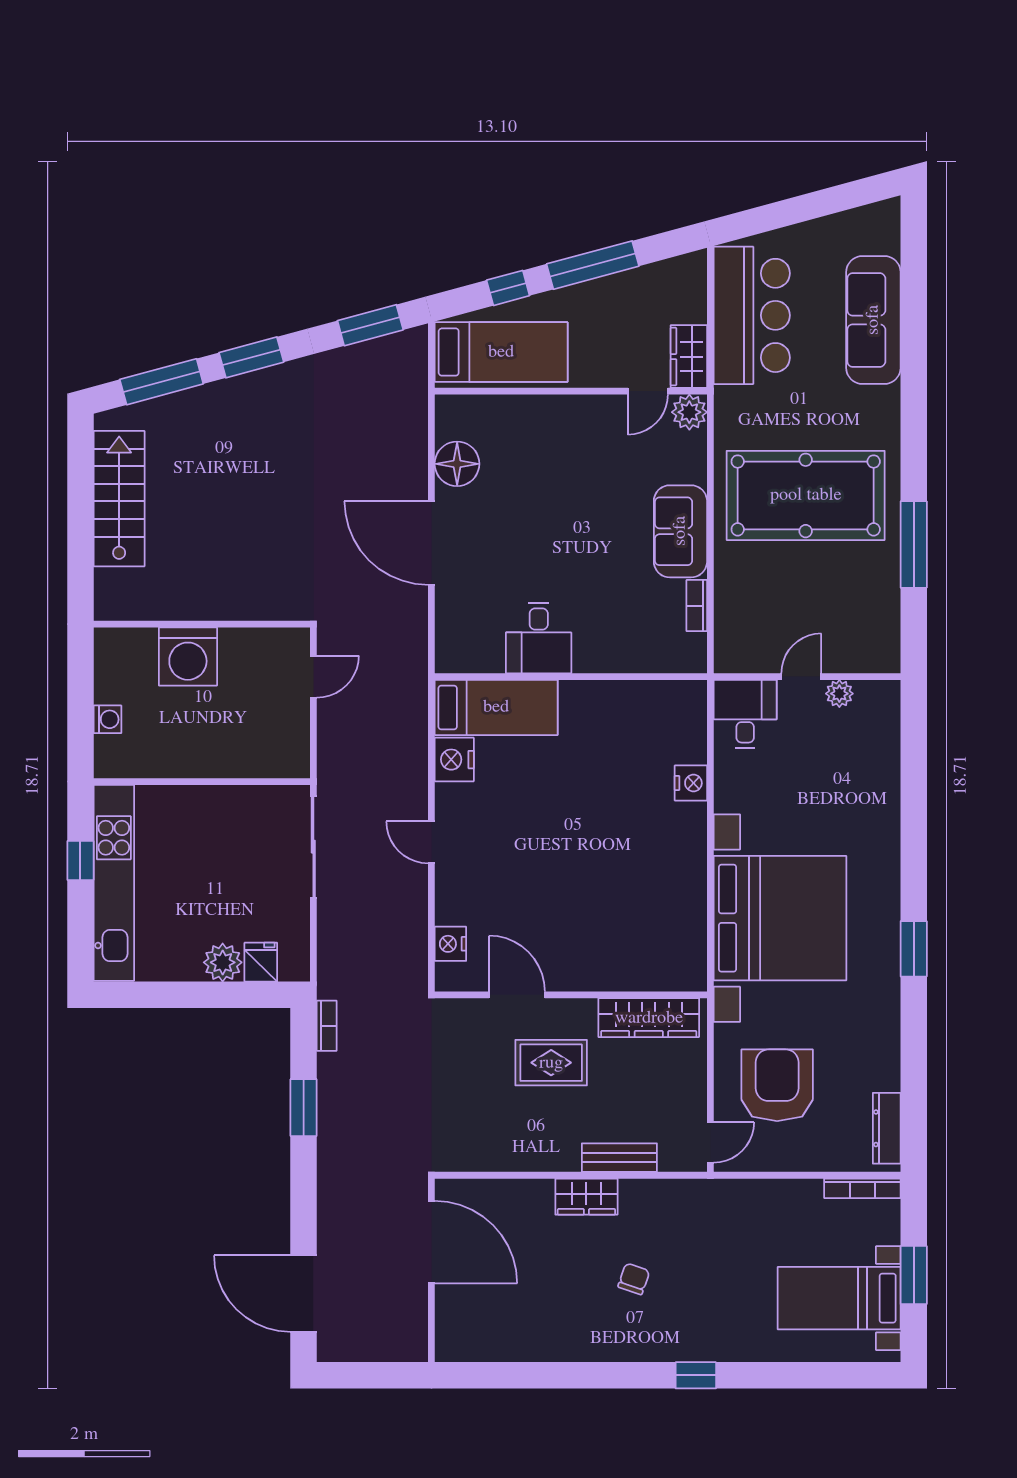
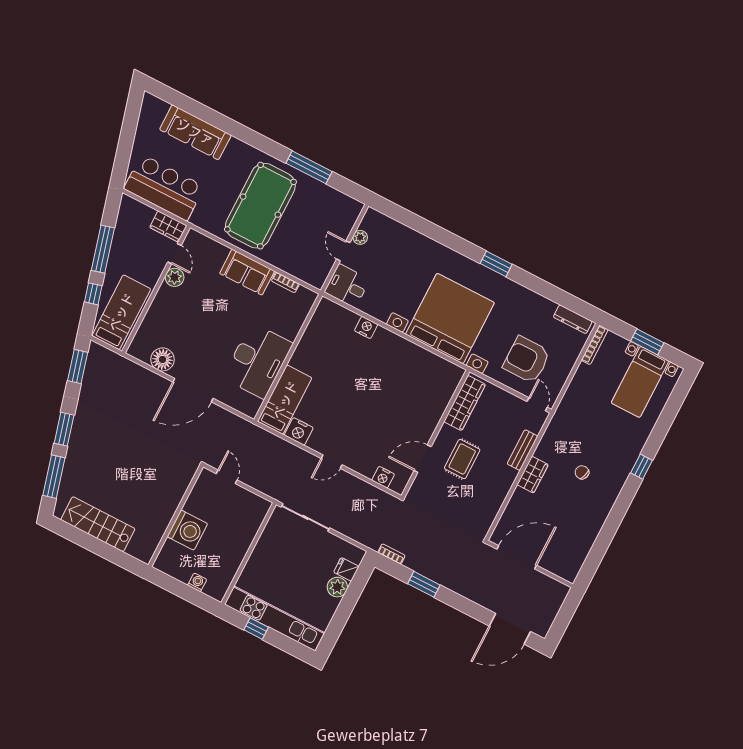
plant: (689, 412) -> (175, 277), moved
desk: (539, 638) -> (258, 361), width x1.87, depth x1.30

